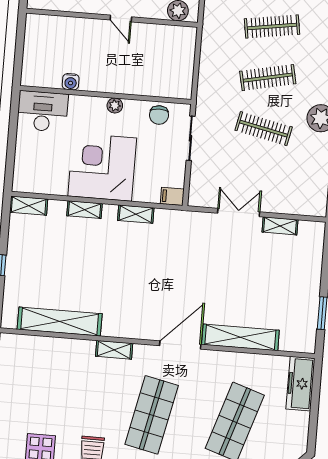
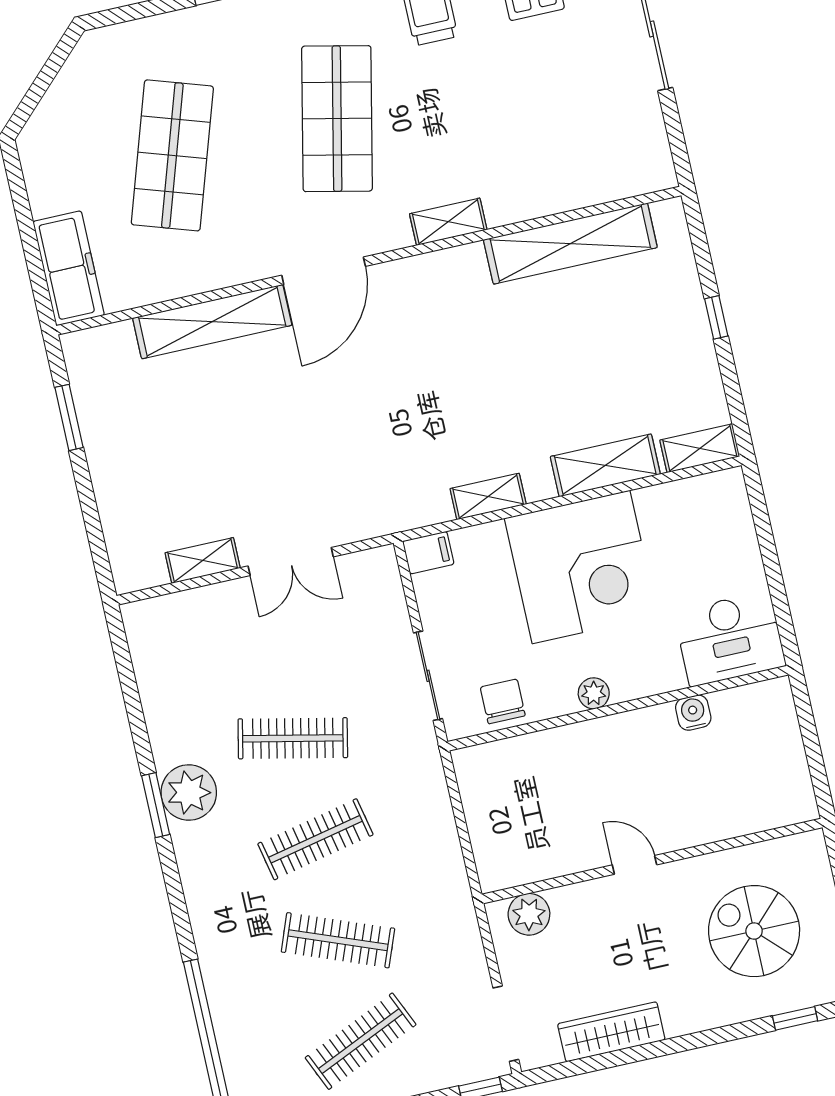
clothes rail: (272, 27) -> (338, 940), turned 30
shelving: (85, 210) -> (605, 465), width x1.50, depth x1.33

